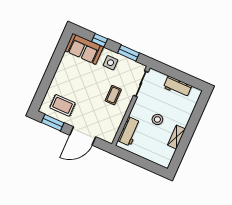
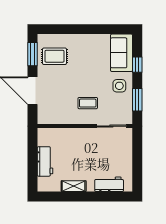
workbench: (177, 87) -> (109, 184), moved, turned 90
rug: (62, 105) -> (54, 56), turned 90
stool: (157, 119) -> (83, 159), removed
workbench: (129, 131) -> (45, 161), moved, turned -90

